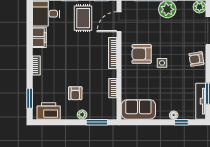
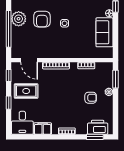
armchair: (142, 54) -> (42, 19), moved
sofa: (138, 109) -> (104, 32), moved
printer: (49, 111) -> (98, 127), moved, turned 90

